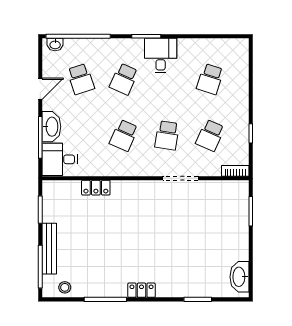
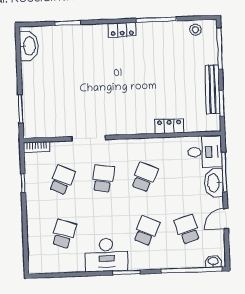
desk: (161, 56) -> (106, 255), width x1.37
bench: (49, 249) -> (212, 89), moved

